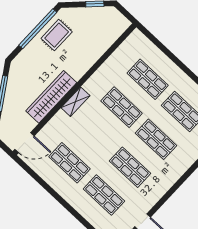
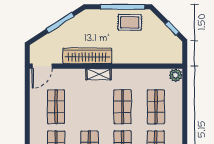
plant: (137, 38) -> (176, 75), added
door: (25, 143) -> (42, 66), hinge flipped

